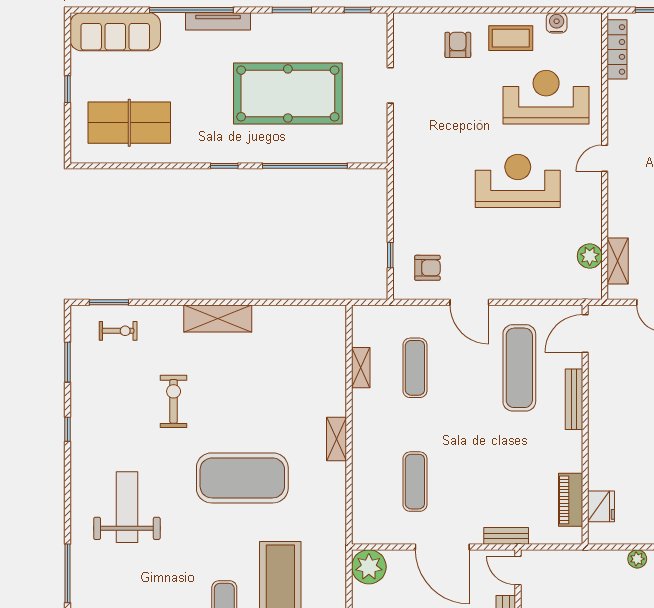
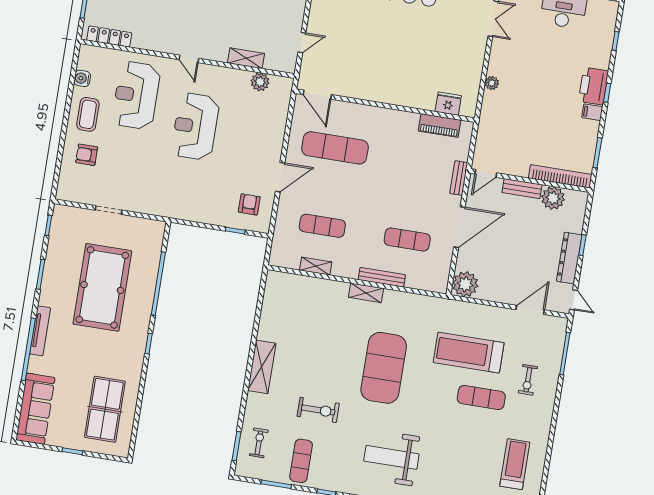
shelving: (618, 261) -> (246, 58), moved
exercise mat: (103, 390) -> (301, 461), added
bench: (574, 399) -> (382, 277), moved
exercise bike: (174, 401) -> (318, 410), turned 180

